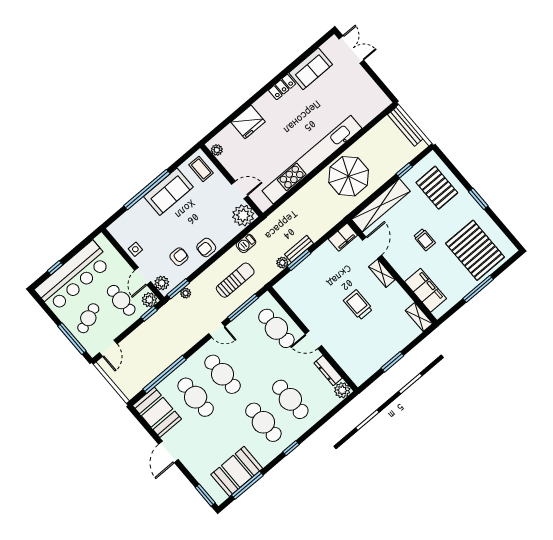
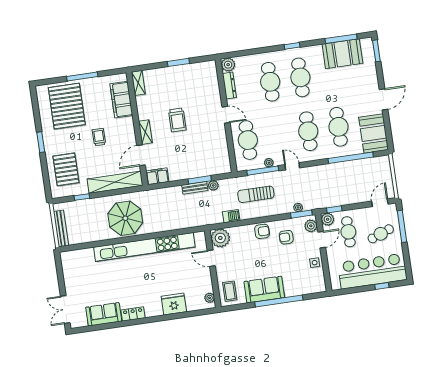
plant: (242, 319) -> (269, 163), added

